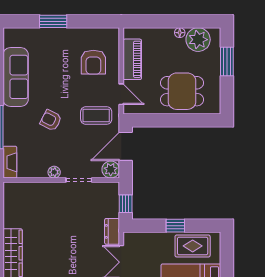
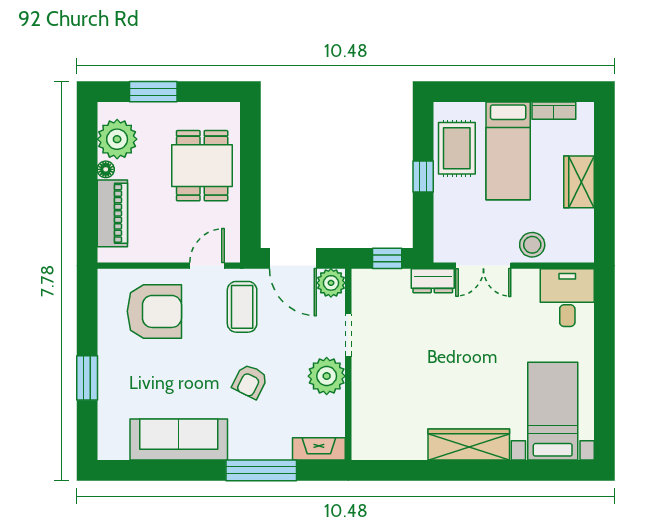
piano: (132, 59) -> (112, 213), moved, turned 90
armchair: (93, 62) -> (154, 311), width x1.36, depth x1.36
plant: (54, 172) -> (327, 376), width x1.87, depth x1.87

